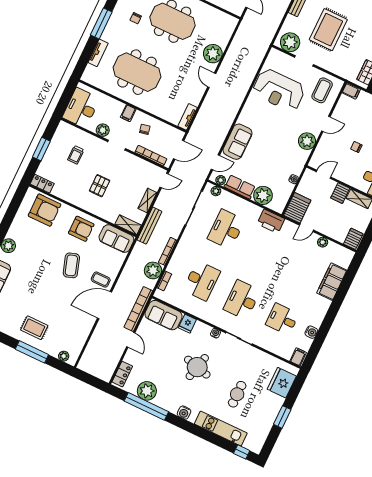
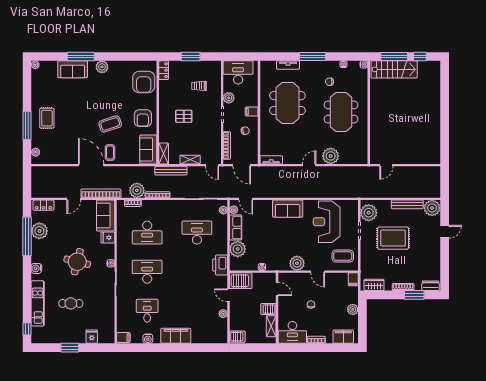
sofa: (238, 142) -> (288, 209), moved
filing cabinet: (332, 282) -> (176, 336), moved
fridge: (282, 383) -> (92, 337), width x0.53, depth x0.75

